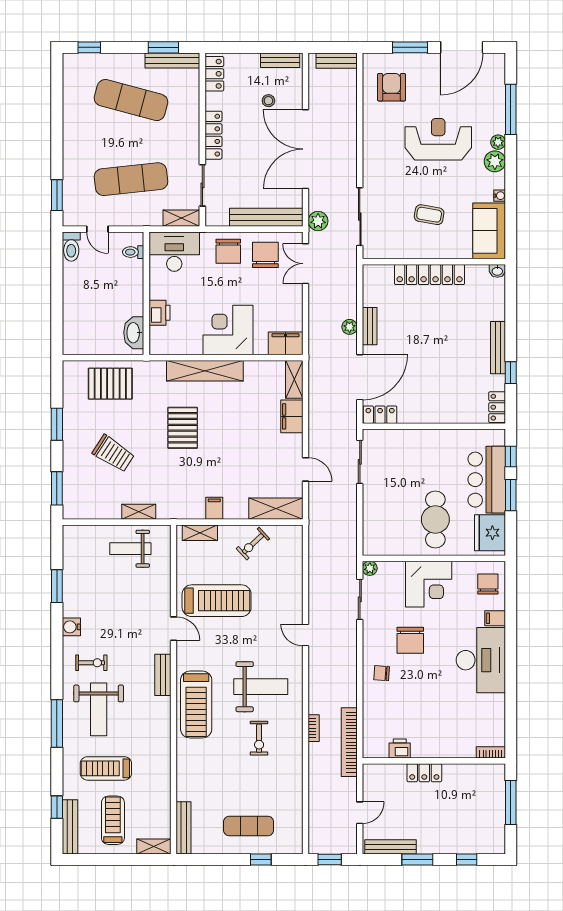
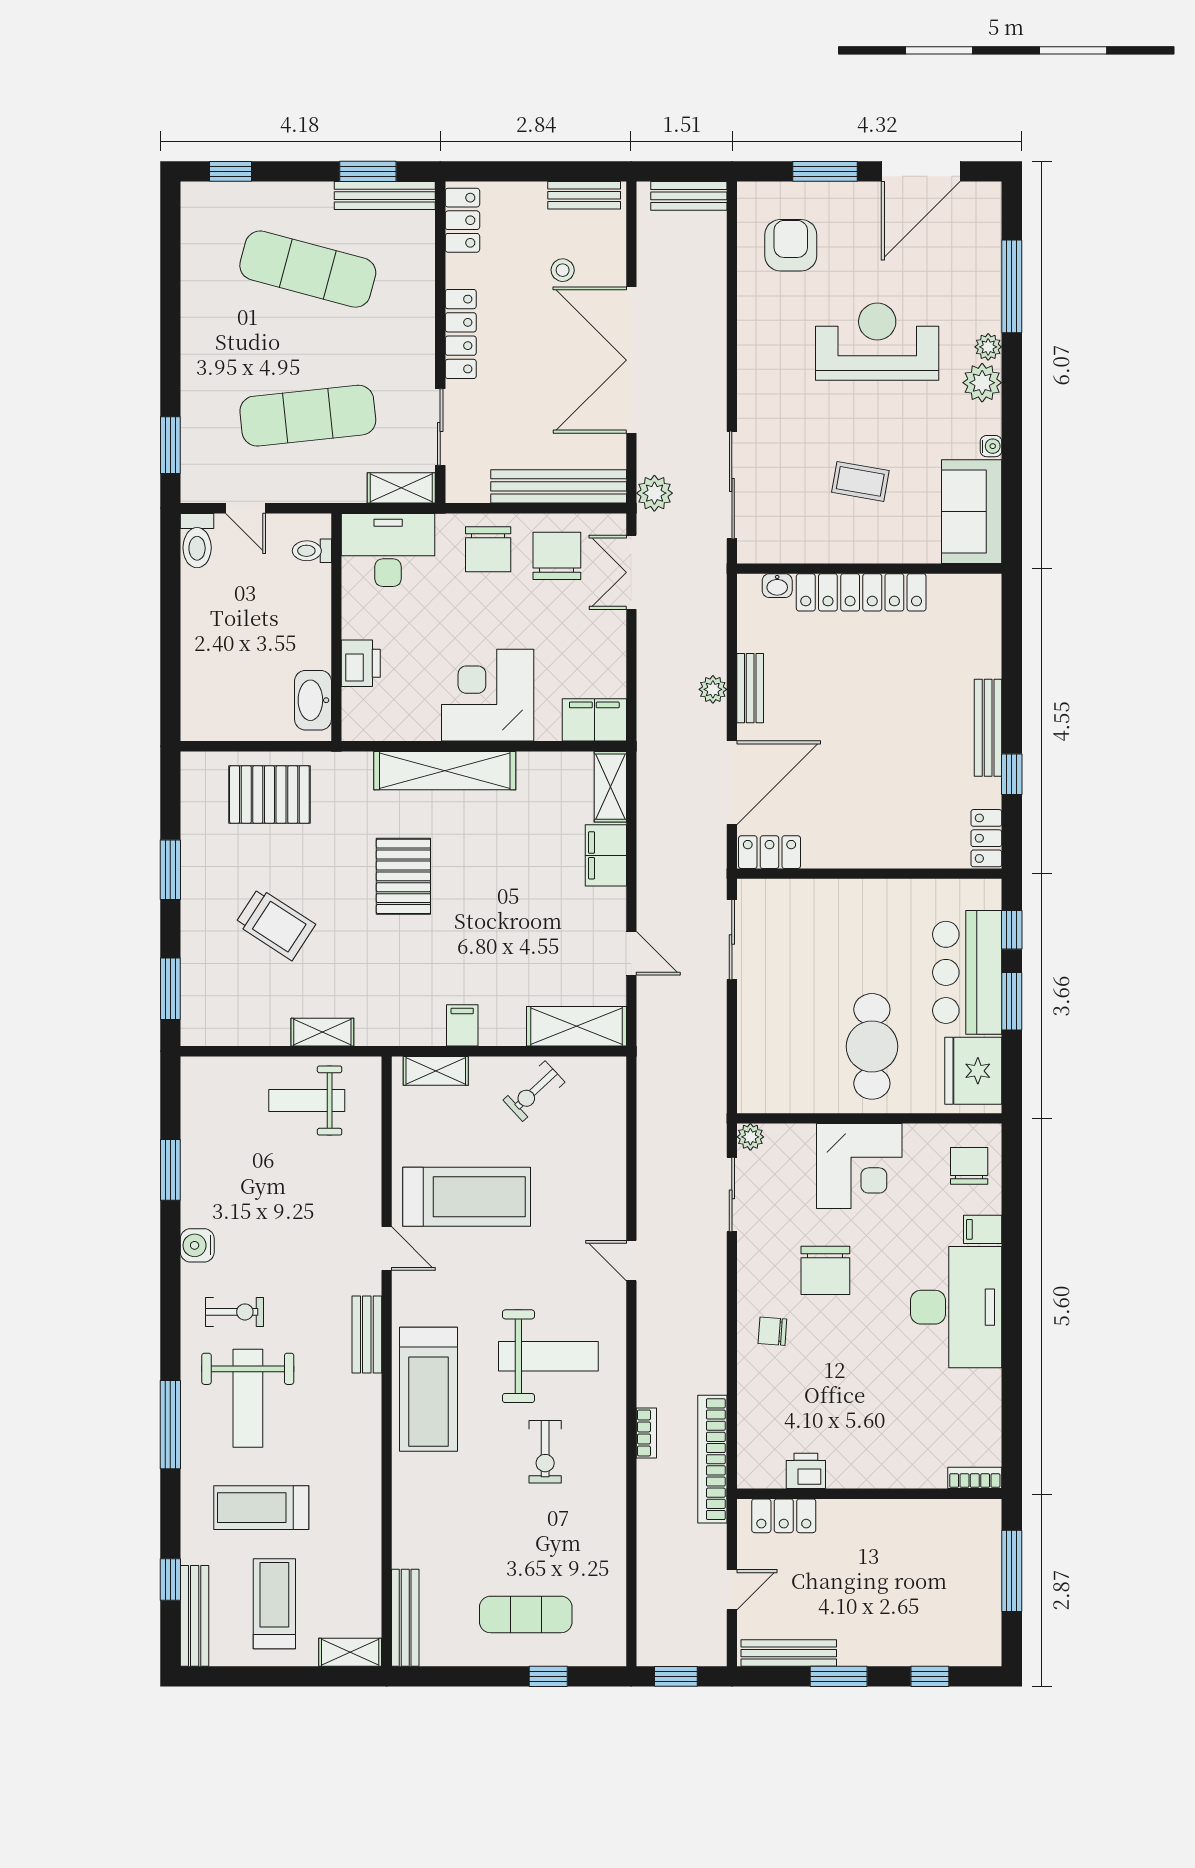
washbasin: (497, 271) -> (777, 586), moved
locker: (424, 773) -> (784, 1516), moved

